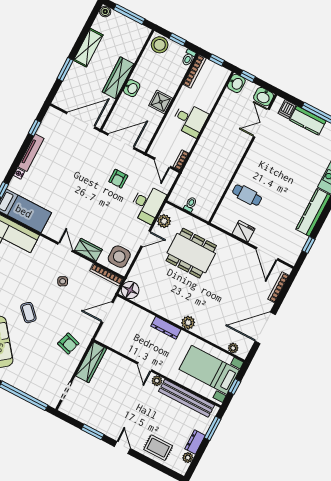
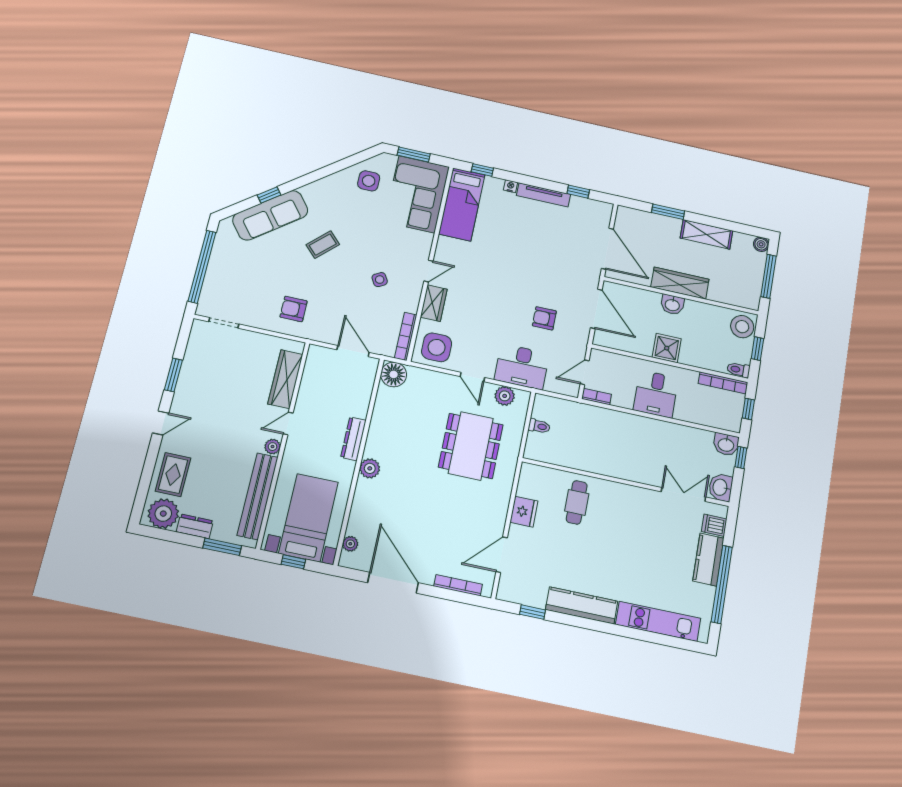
armchair: (68, 344) -> (294, 309), turned 73
wardrobe: (91, 362) -> (285, 379), moved, turned 90
plant: (188, 458) -> (163, 514), width x1.87, depth x1.87

